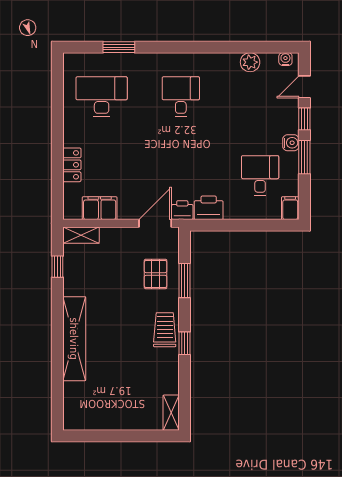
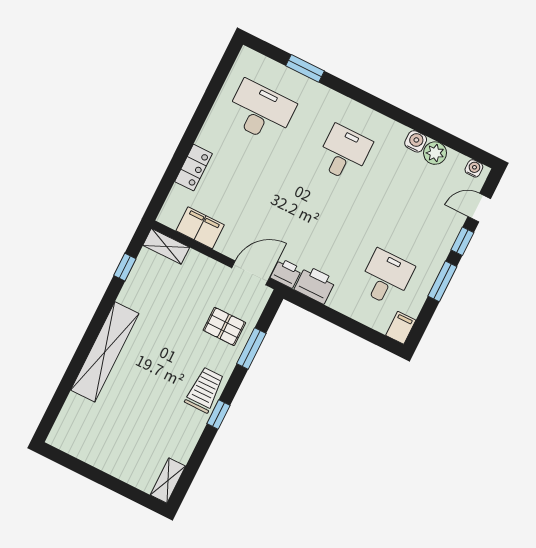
water cooler: (291, 143) -> (416, 141), moved, turned -90
pallet: (156, 274) -> (224, 326), turned 90

